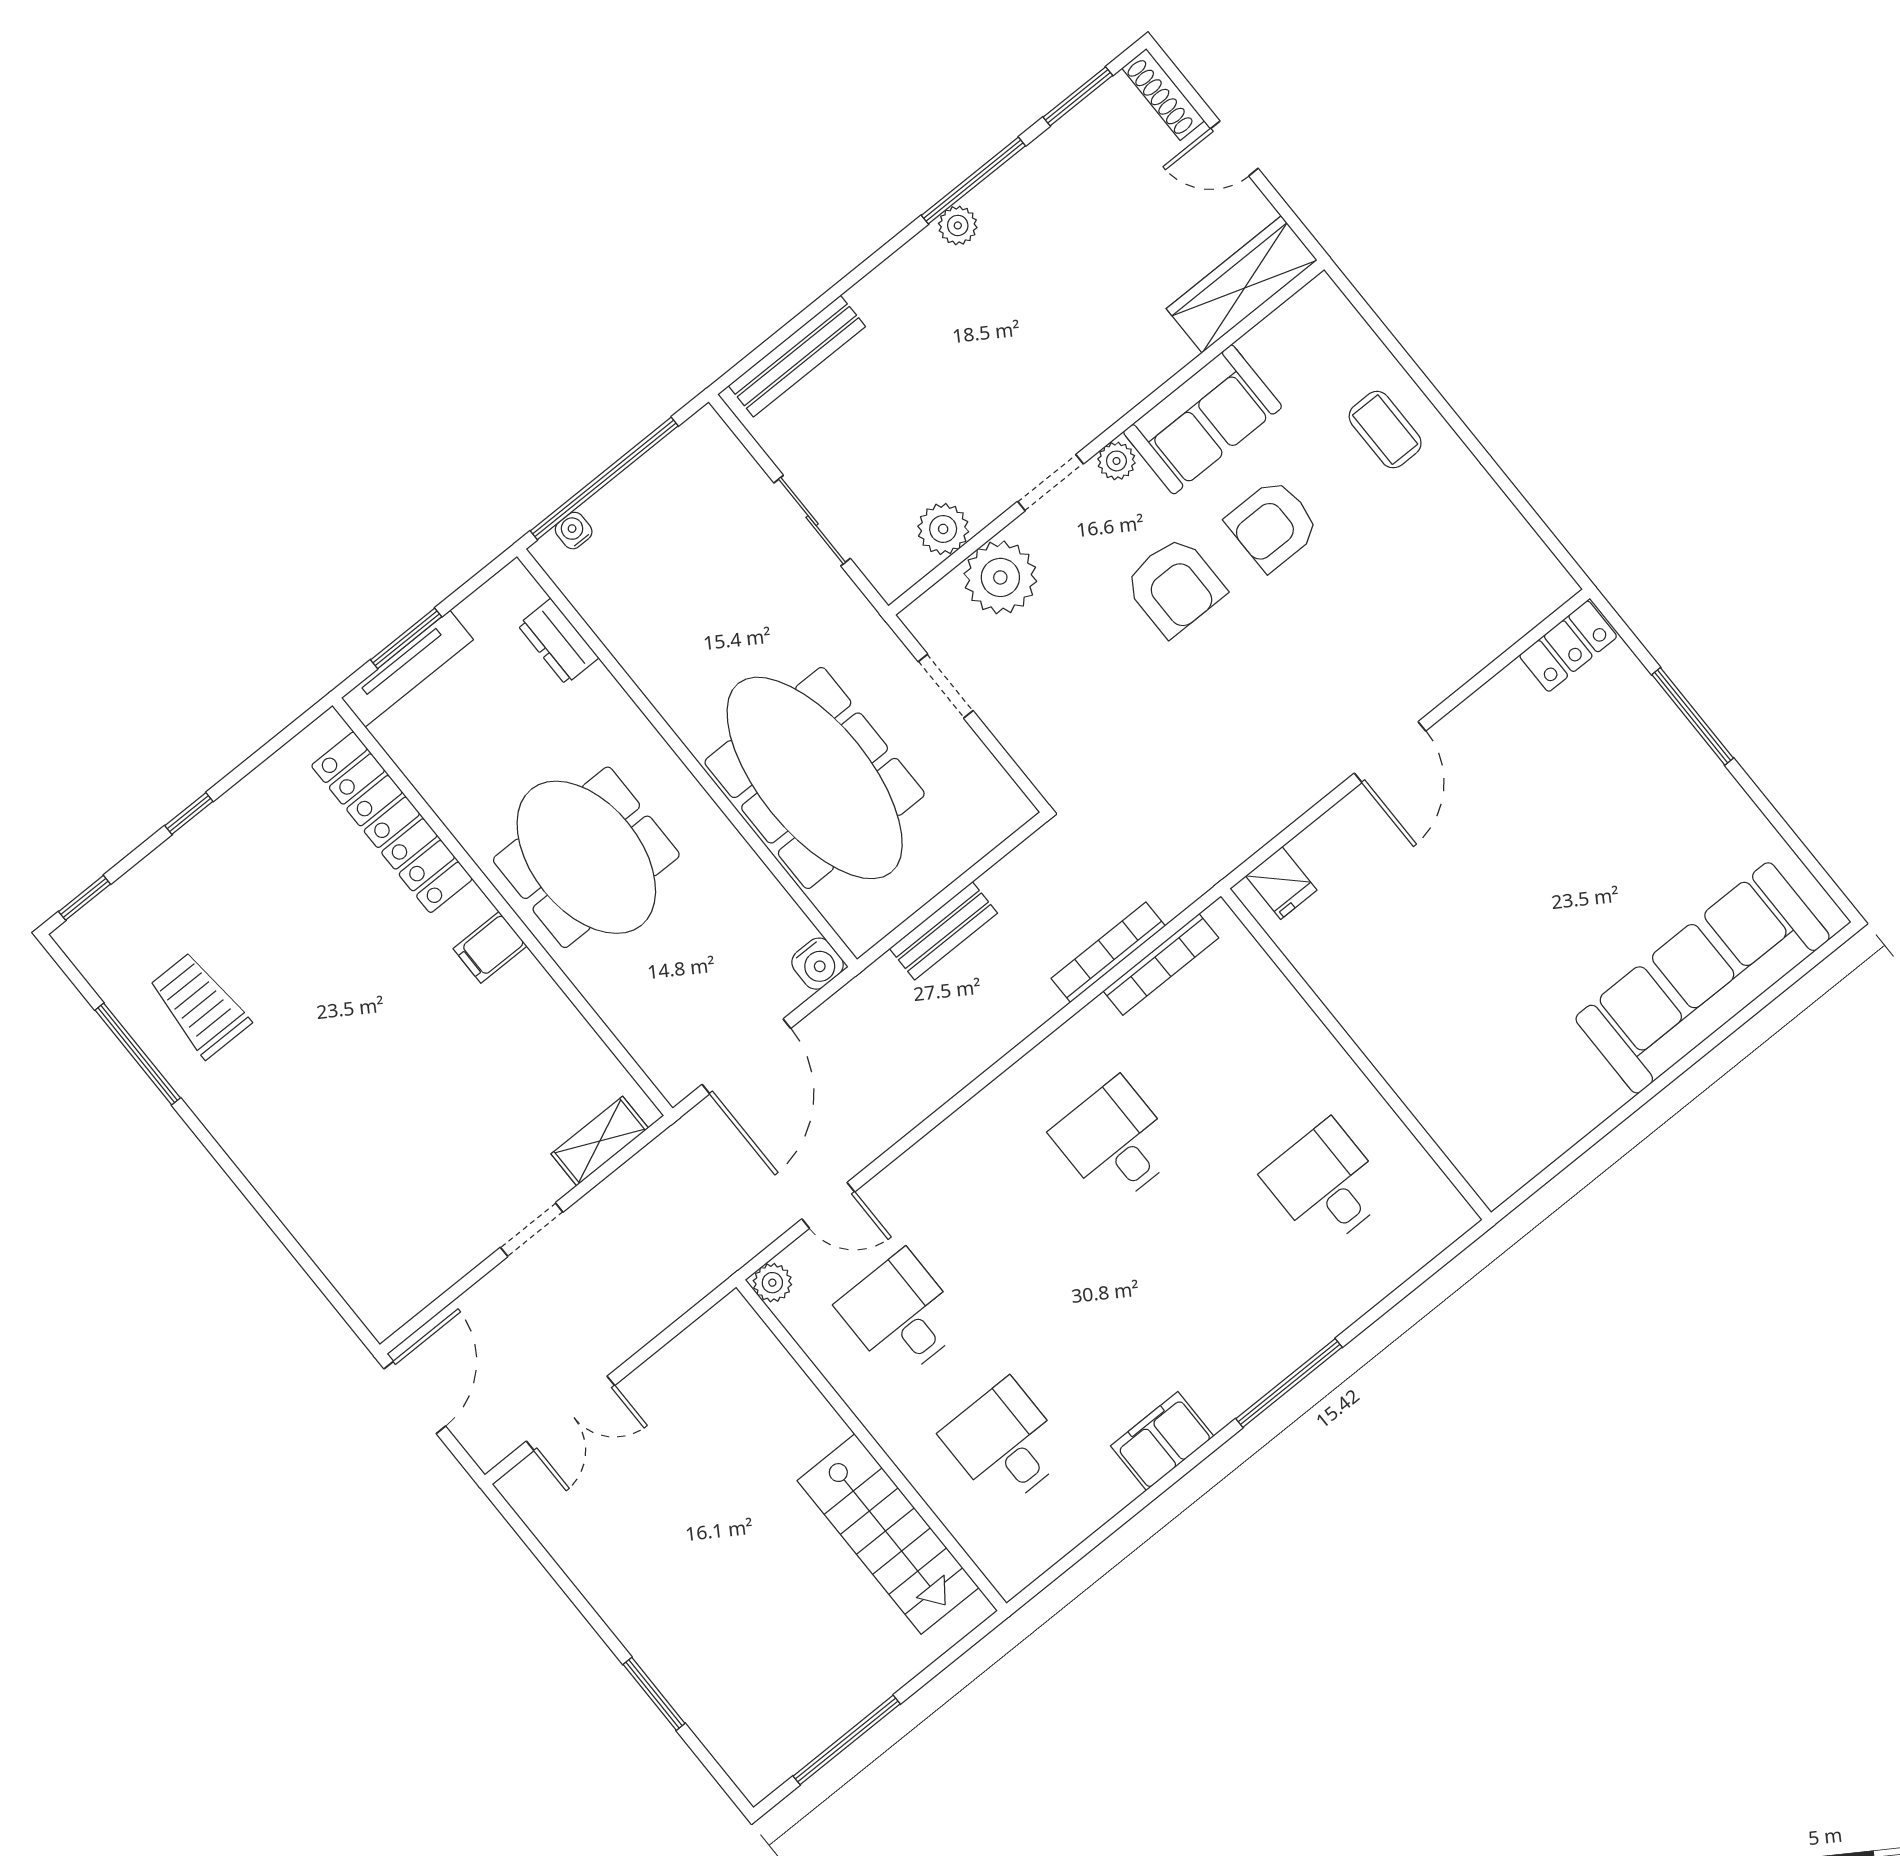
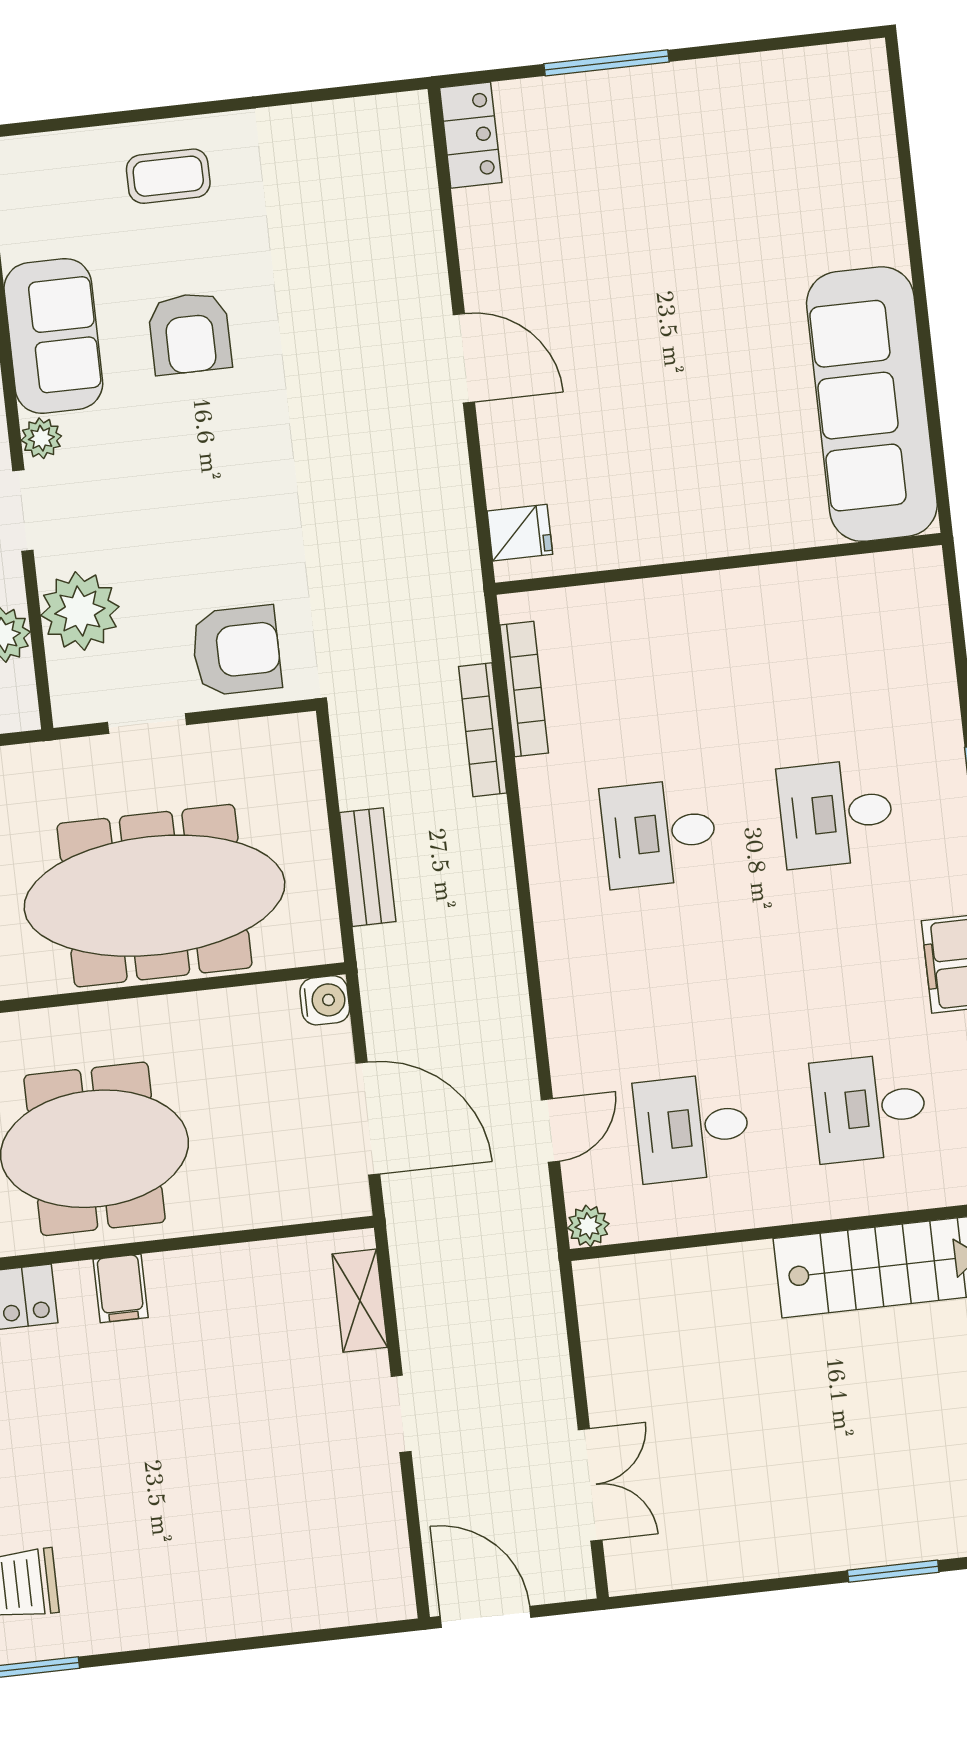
armchair: (1175, 586) -> (236, 651), moved
sofa: (1703, 978) -> (872, 404), moved
desk: (1326, 1184) -> (836, 813), moved

